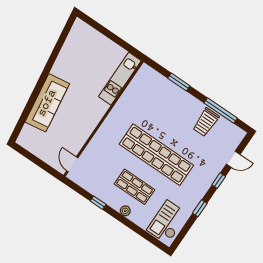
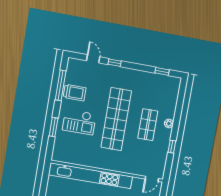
kitchen unit: (120, 79) -> (91, 176), width x1.86
window: (200, 208) -> (162, 71), moved
checkout: (167, 222) -> (79, 122), moved

